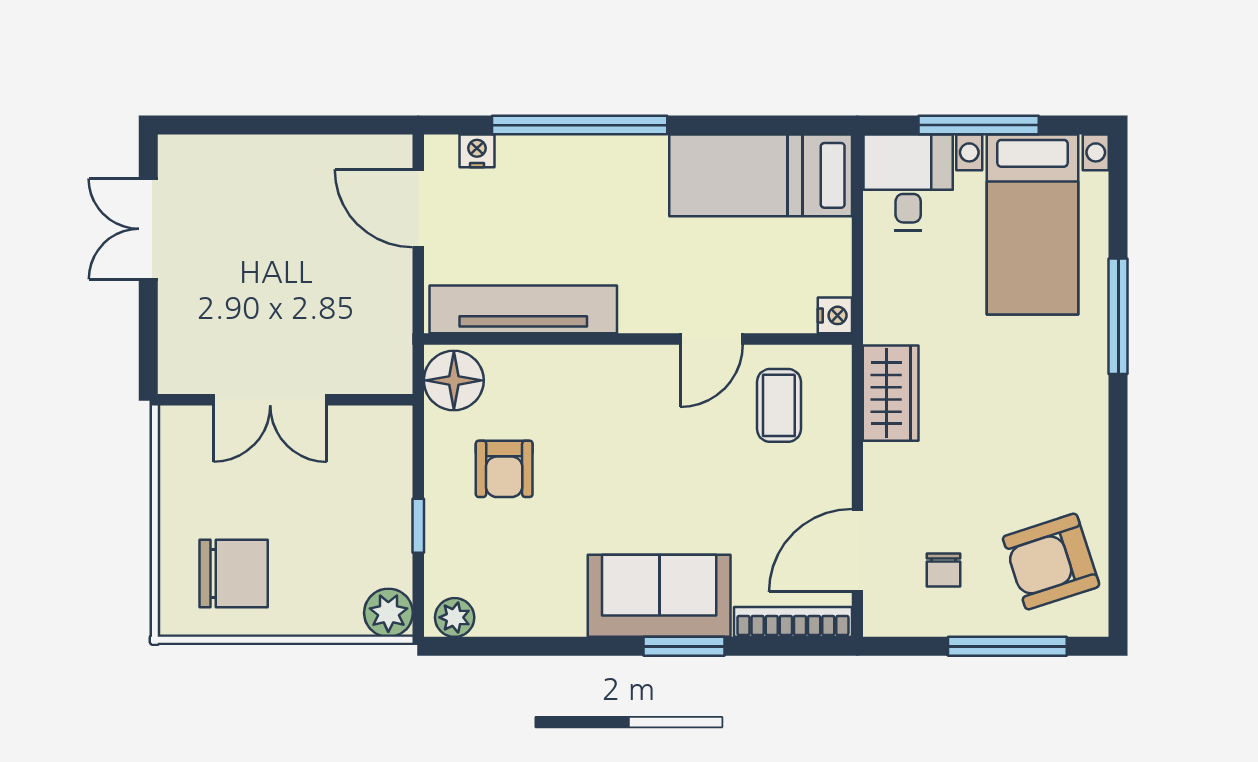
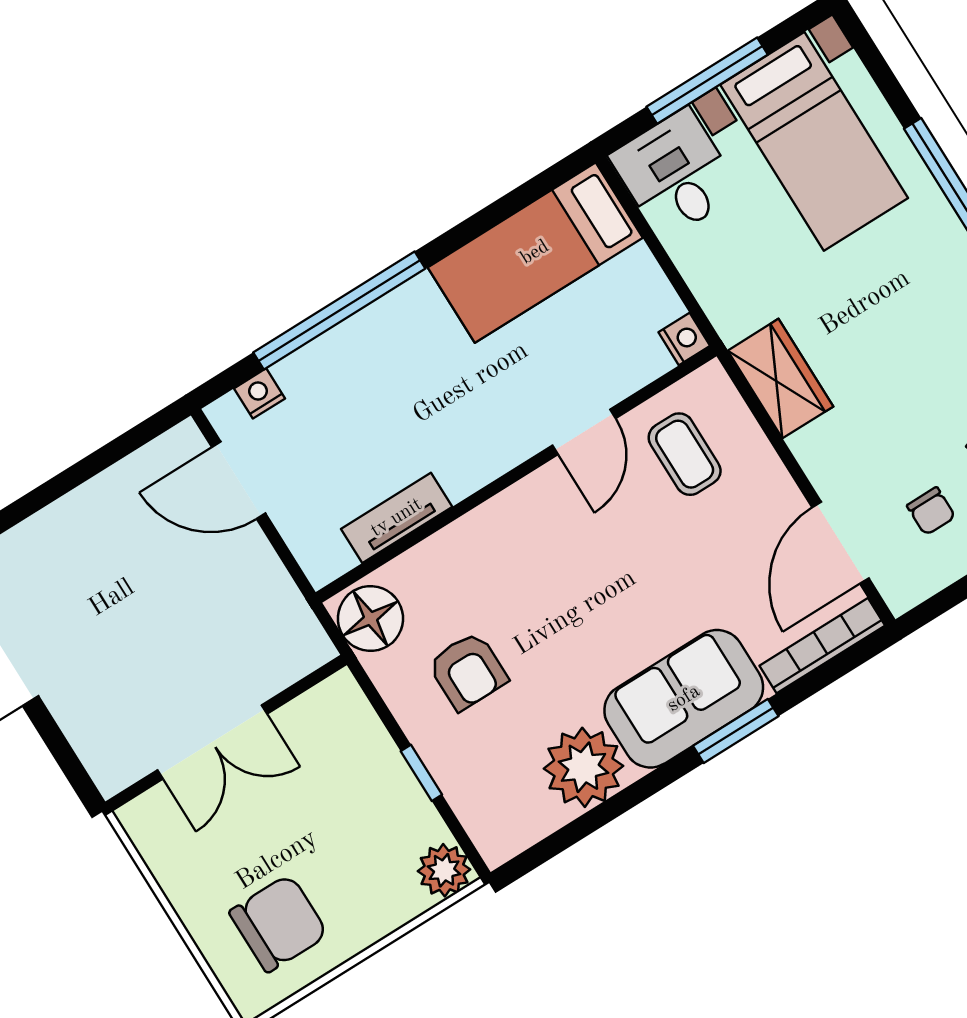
tv unit: (523, 309) -> (397, 518), width x0.52, depth x0.78
plant: (455, 617) -> (583, 767), moved, width x1.88, depth x1.88

